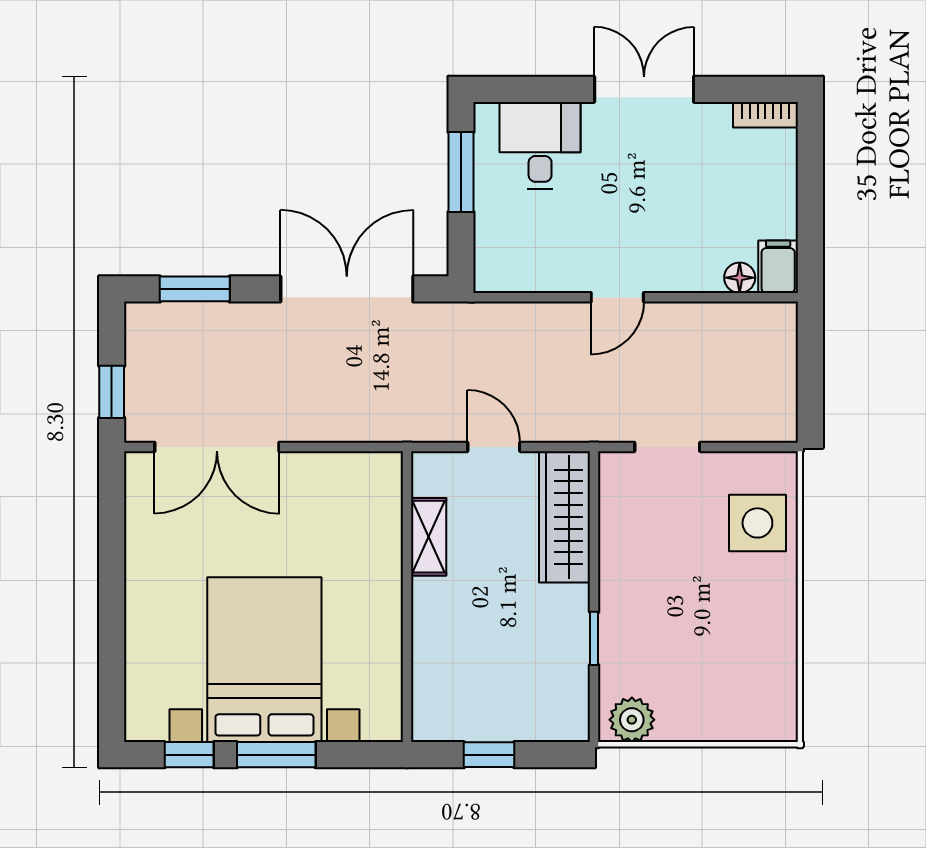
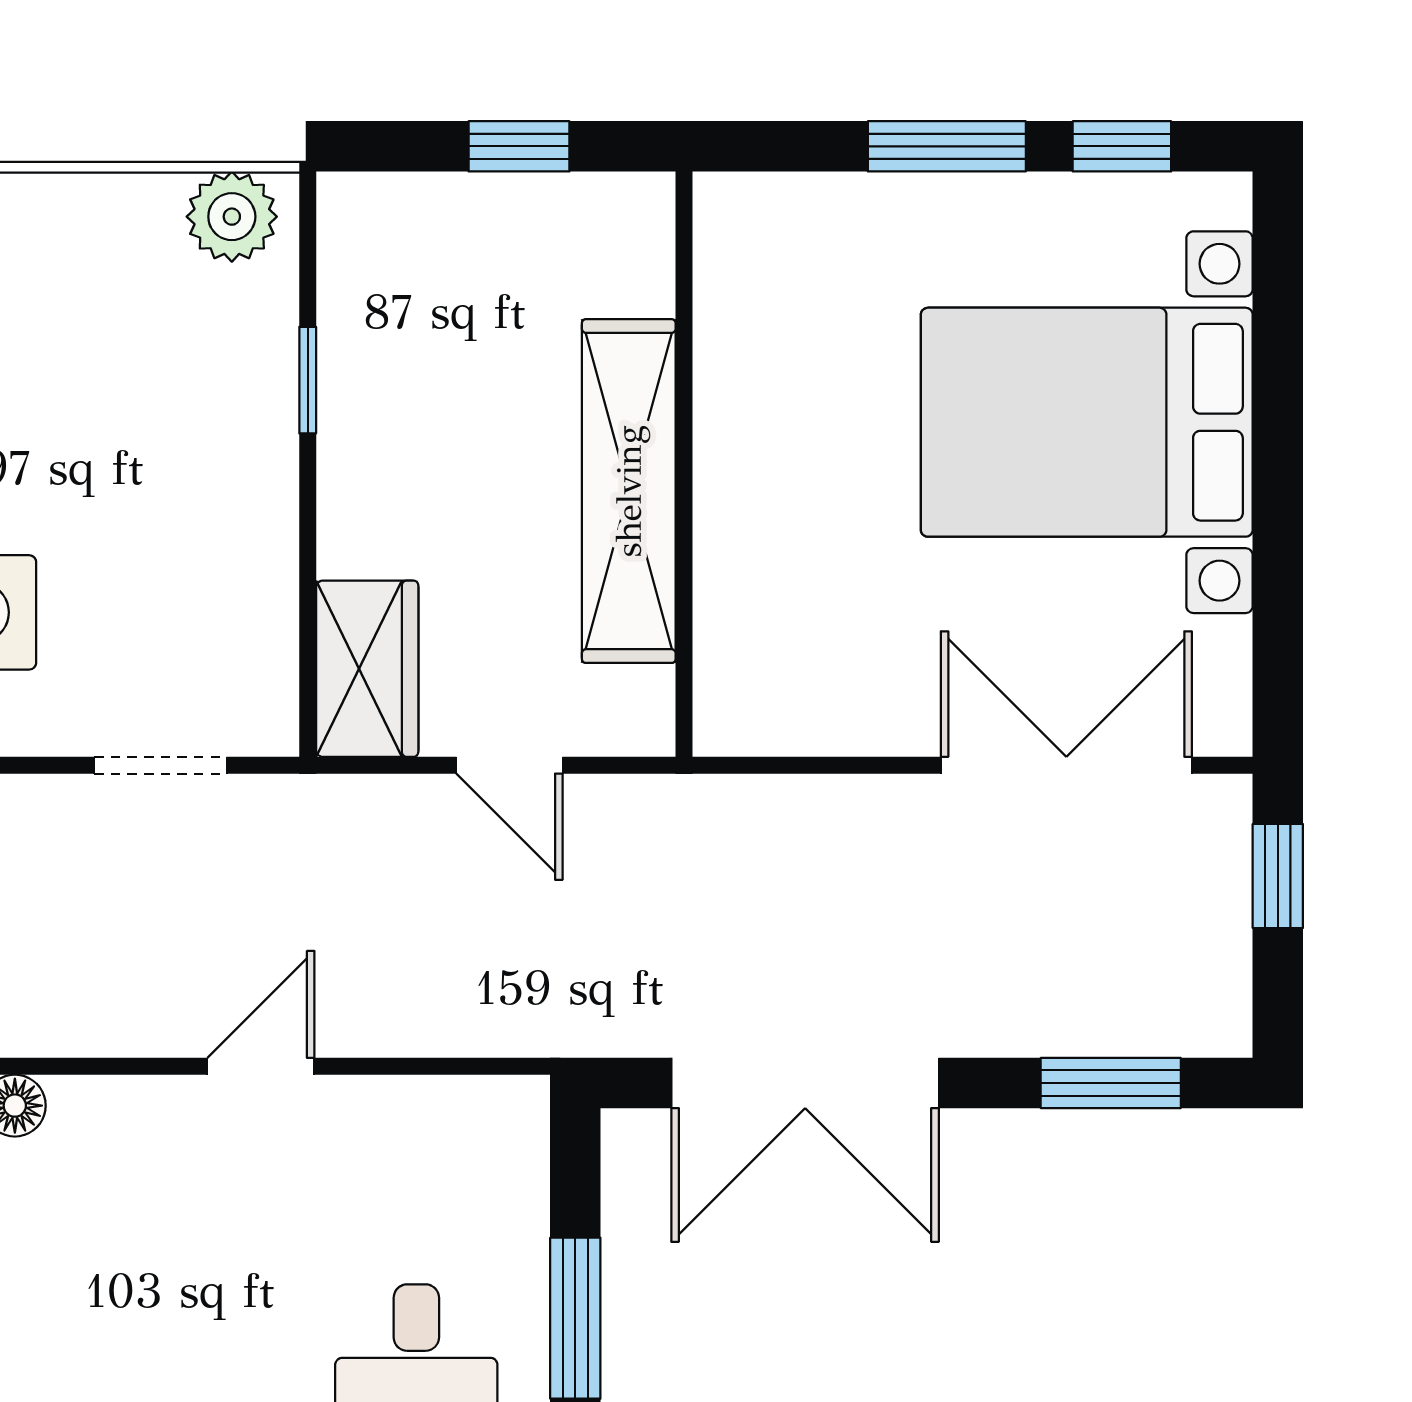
wardrobe: (564, 517) -> (367, 669), width x0.67
shelving: (429, 537) -> (629, 491), width x2.20, depth x1.33
bed with nightstands: (264, 660) -> (1087, 422), moved, turned 90

